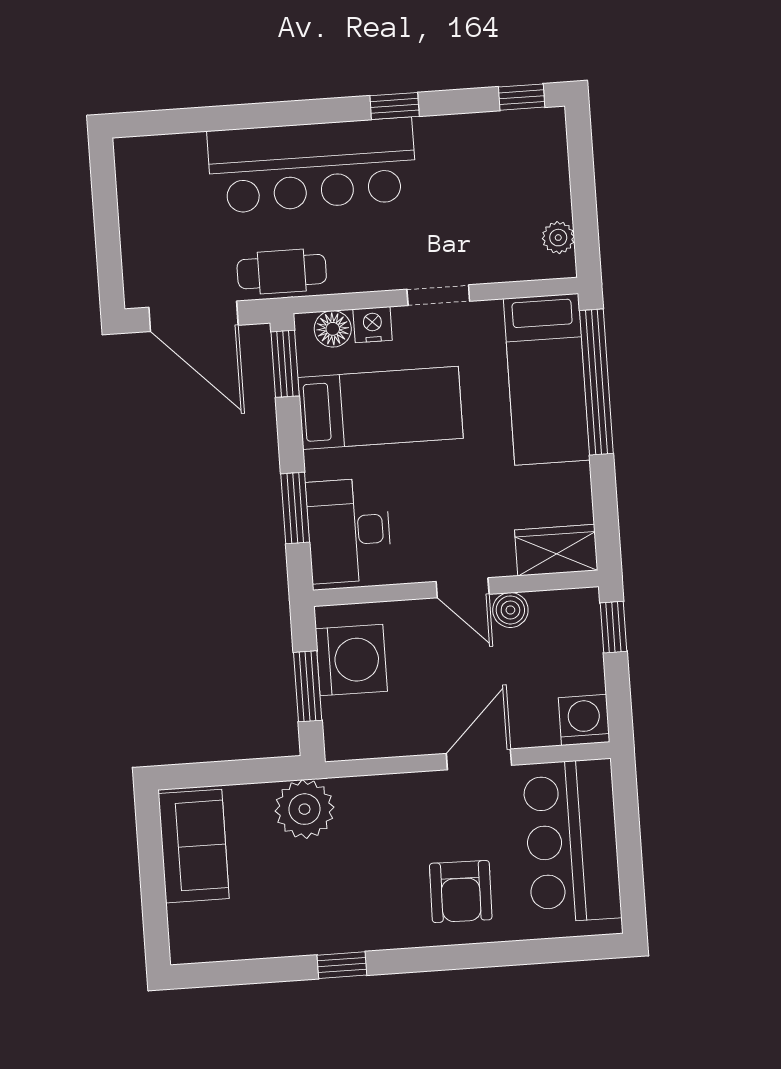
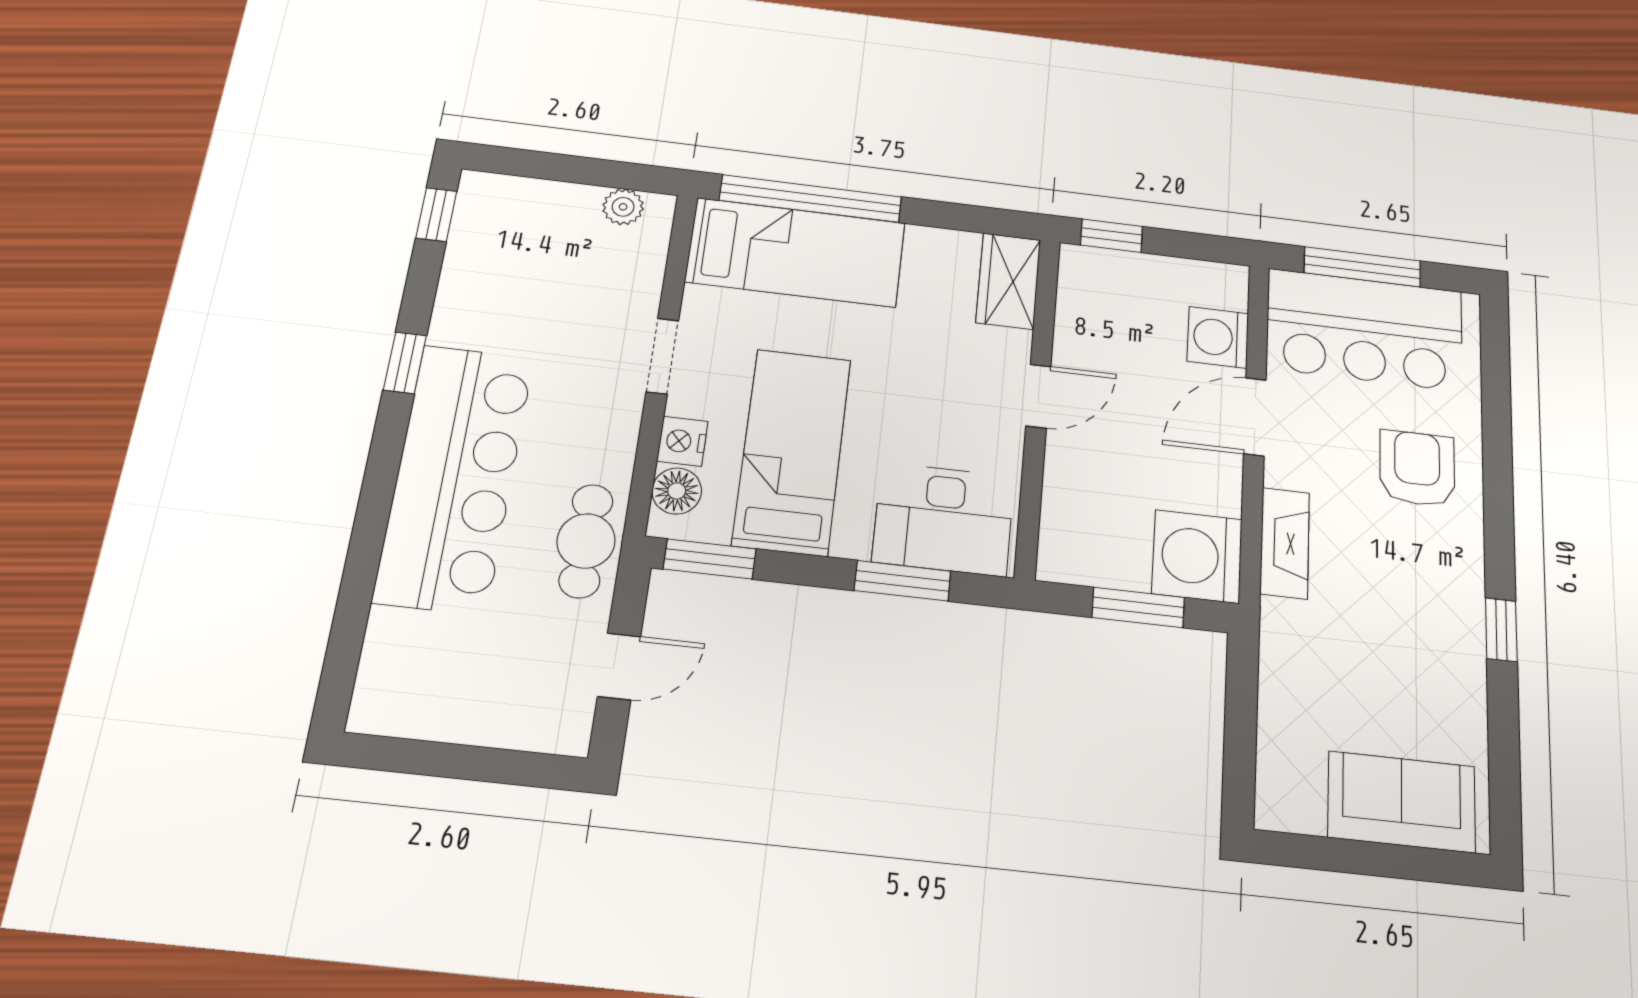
door: (193, 316) -> (619, 666), width x0.53
boiler: (510, 610) -> (1074, 346), removed
washing machine: (351, 660) -> (1197, 556), moved, turned -90
washing machine: (584, 720) -> (1218, 337), moved
door: (479, 759) -> (1255, 417), hinge flipped
fireplace: (379, 793) -> (1285, 543), added
plant: (304, 809) -> (1297, 640), removed
window: (628, 835) -> (1362, 267), added
sofa: (194, 846) -> (1402, 802), moved
armchair: (461, 892) -> (1417, 468), turned -91

